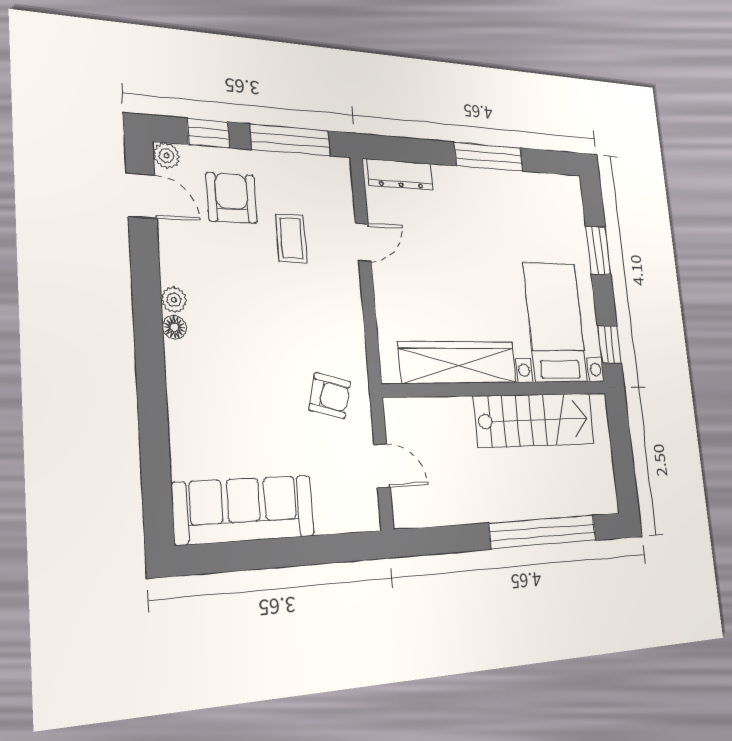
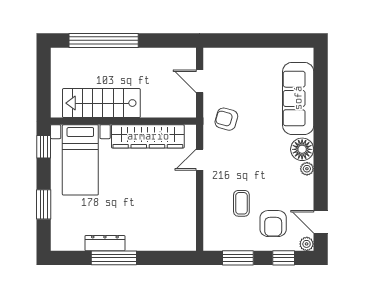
window: (290, 140) -> (238, 258), width x0.69
dresser: (400, 174) -> (105, 243), moved
door: (363, 242) -> (200, 160), moved
floor lamp: (174, 327) -> (302, 149), width x1.89, depth x1.89
sofa: (244, 510) -> (298, 98), moved, turned 90

